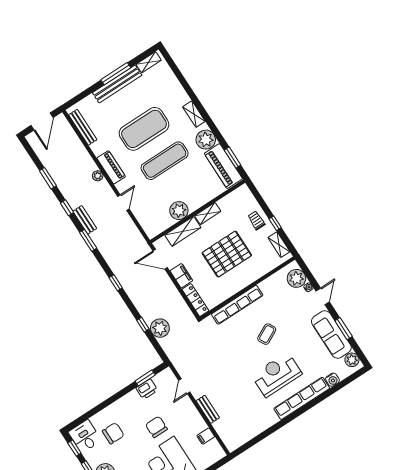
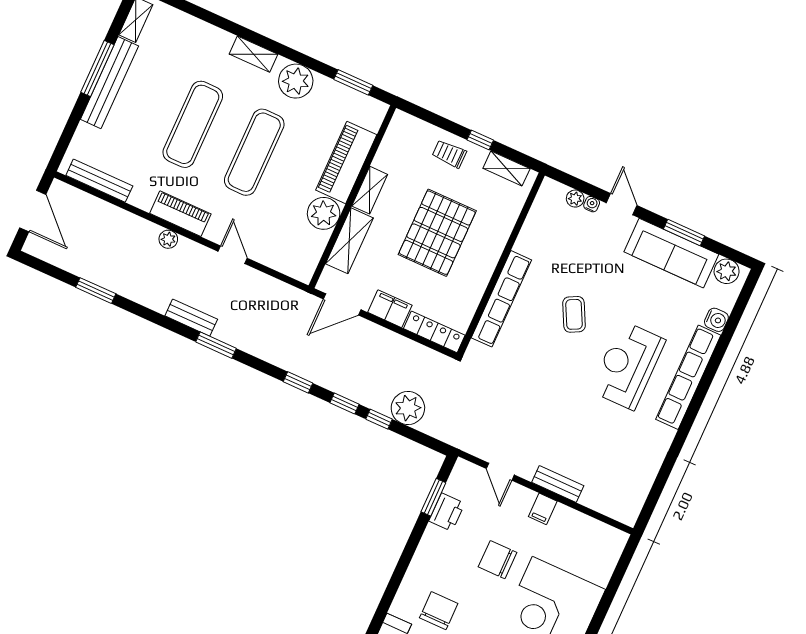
exercise mat: (144, 129) -> (193, 124), width x0.68
piano: (223, 166) -> (346, 162), moved, turned 90
window: (67, 208) -> (344, 403), moved
plant: (296, 278) -> (575, 199), width x0.53, depth x0.53
filing cabinet: (206, 436) -> (543, 509), moved

